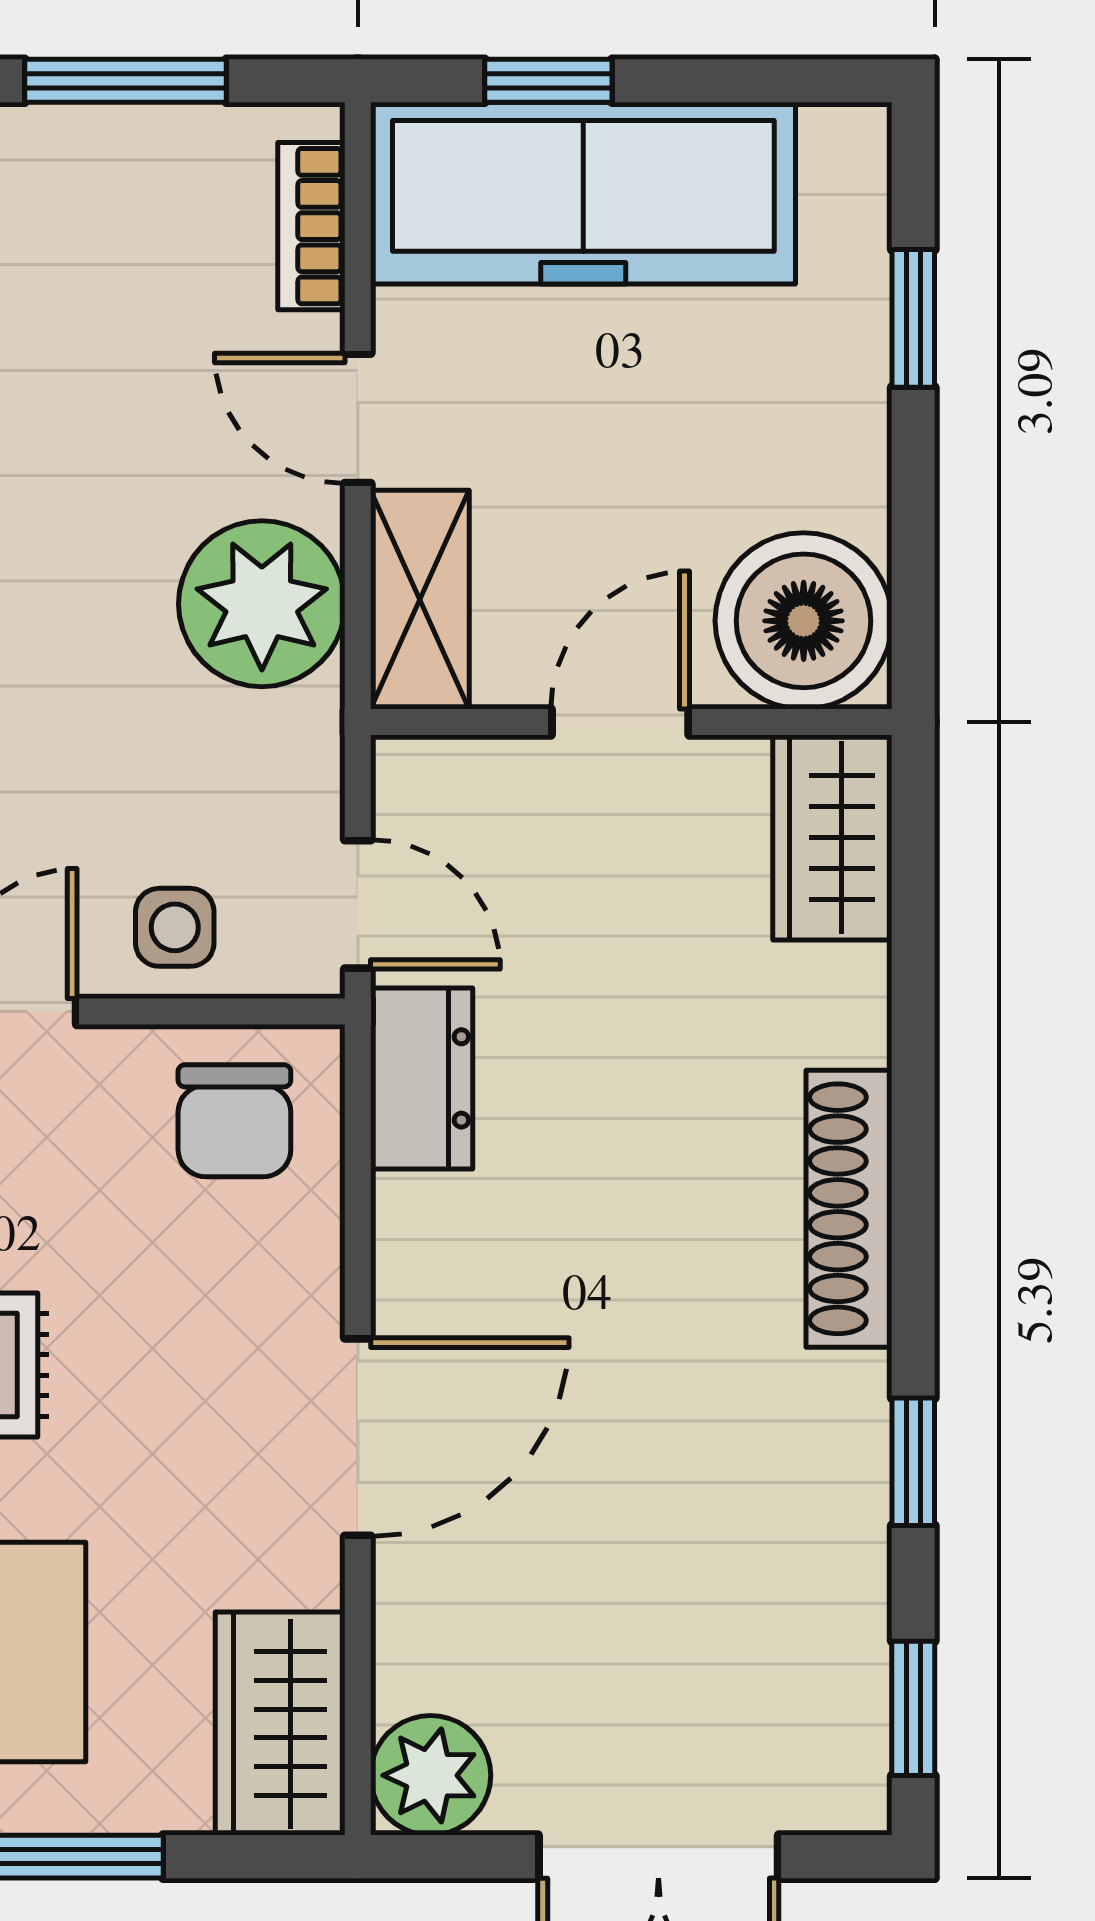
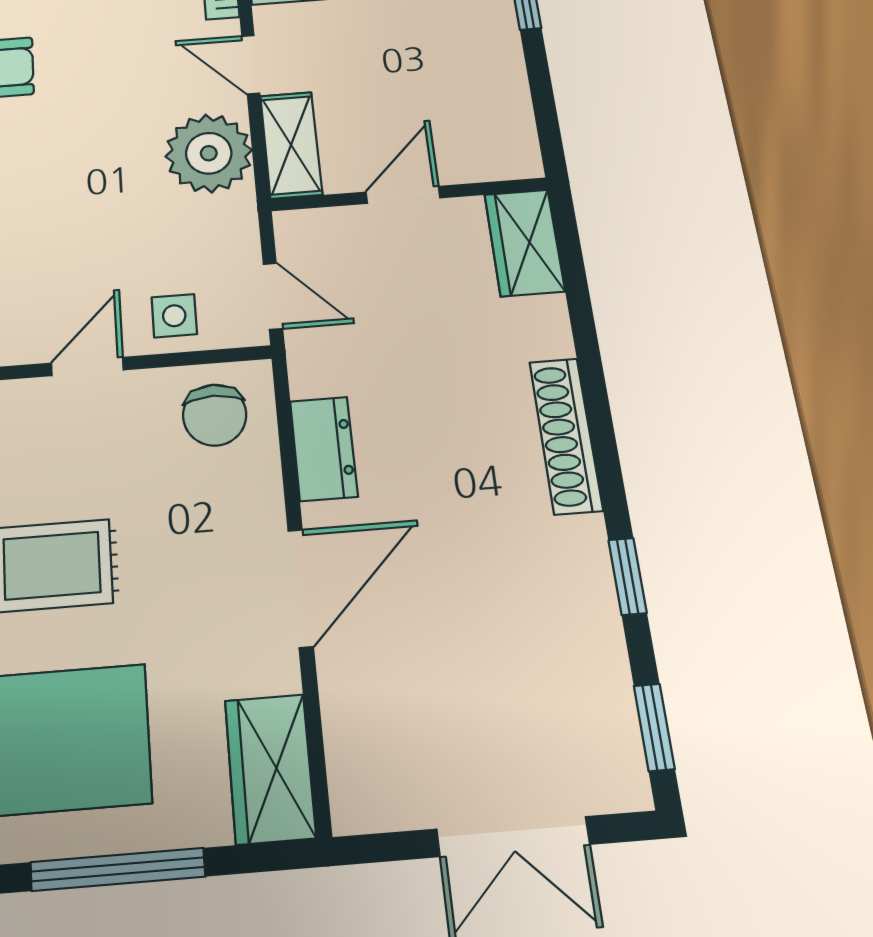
boiler: (804, 621) -> (492, 139), removed
dresser: (422, 1078) -> (324, 449), moved
plant: (431, 1775) -> (365, 795), removed

